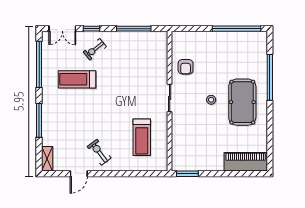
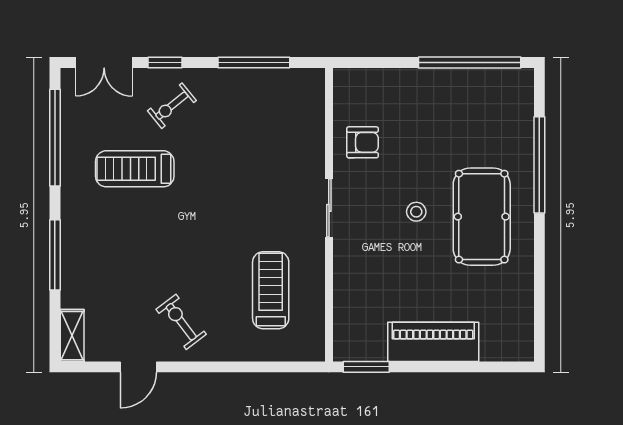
armchair: (186, 67) -> (363, 142), turned -90
treadmill: (142, 137) -> (271, 290), turned 180
piano: (246, 162) -> (433, 342), moved

